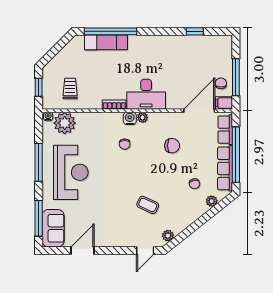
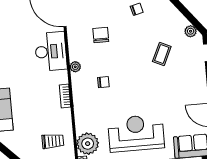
trolley: (70, 88) -> (53, 141), turned 180
desk: (146, 94) -> (51, 51), moved
water cooler: (130, 118) -> (77, 79), removed

